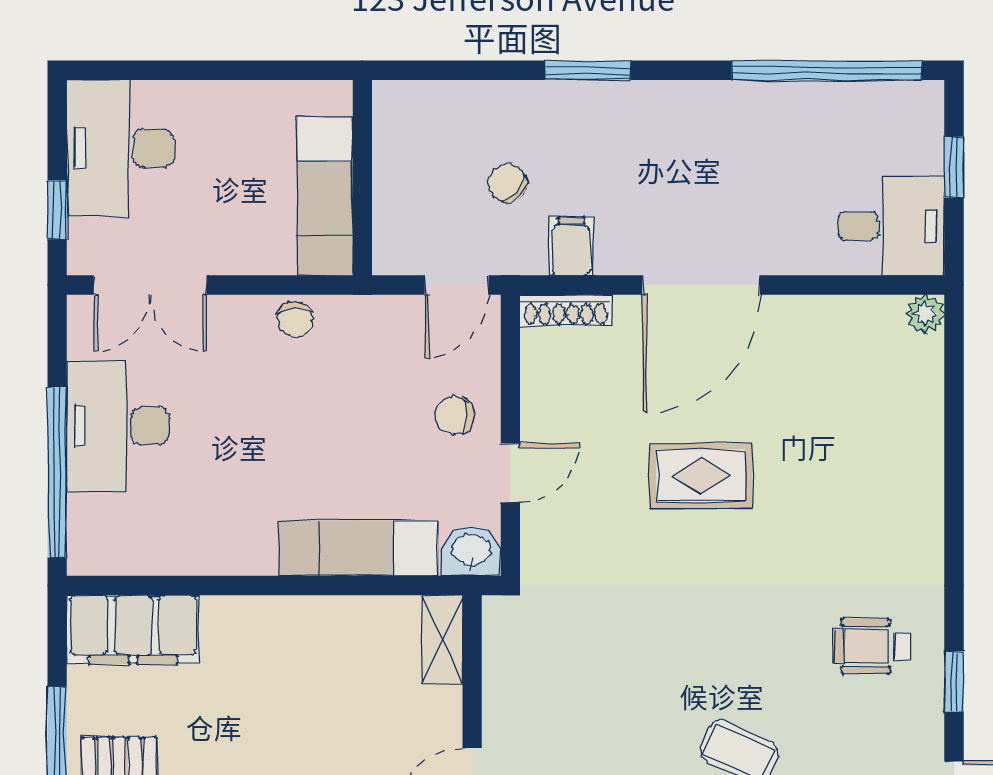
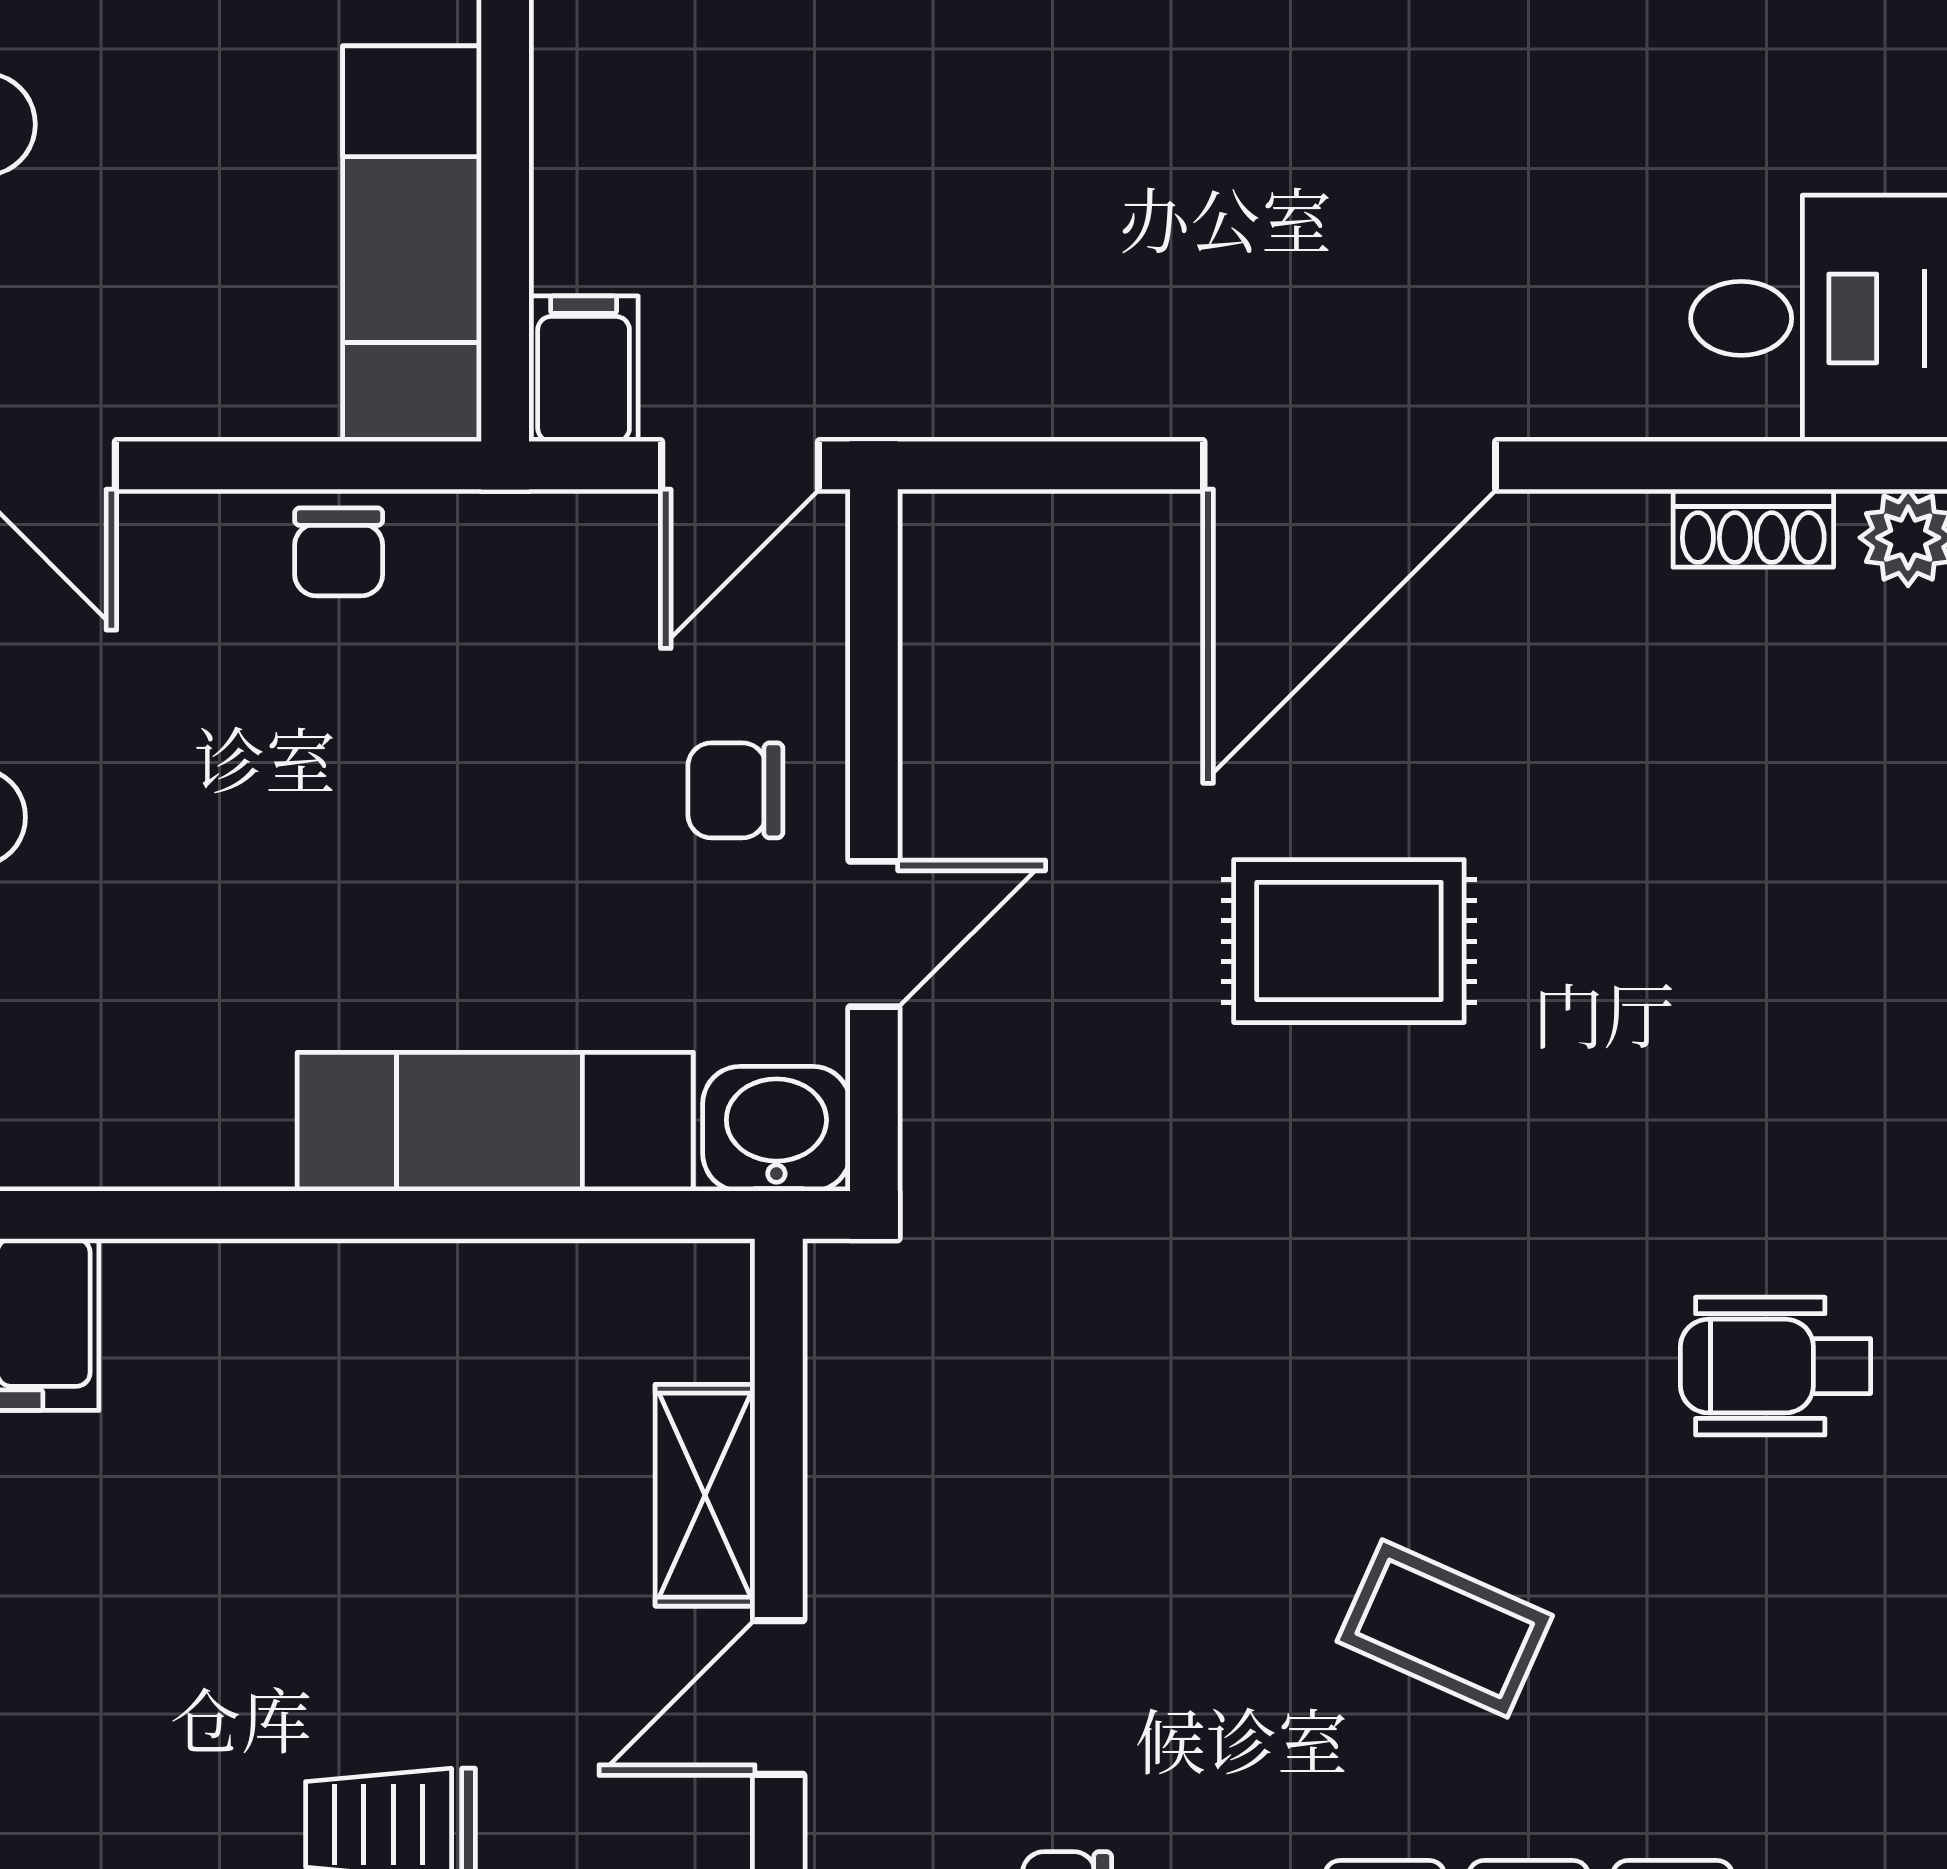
chair: (508, 183) -> (867, 212), removed
filing cabinet: (571, 246) -> (584, 369), moved
shoe rack: (566, 310) -> (1753, 528), moved, width x0.70
shelving: (443, 640) -> (705, 1495), moved

